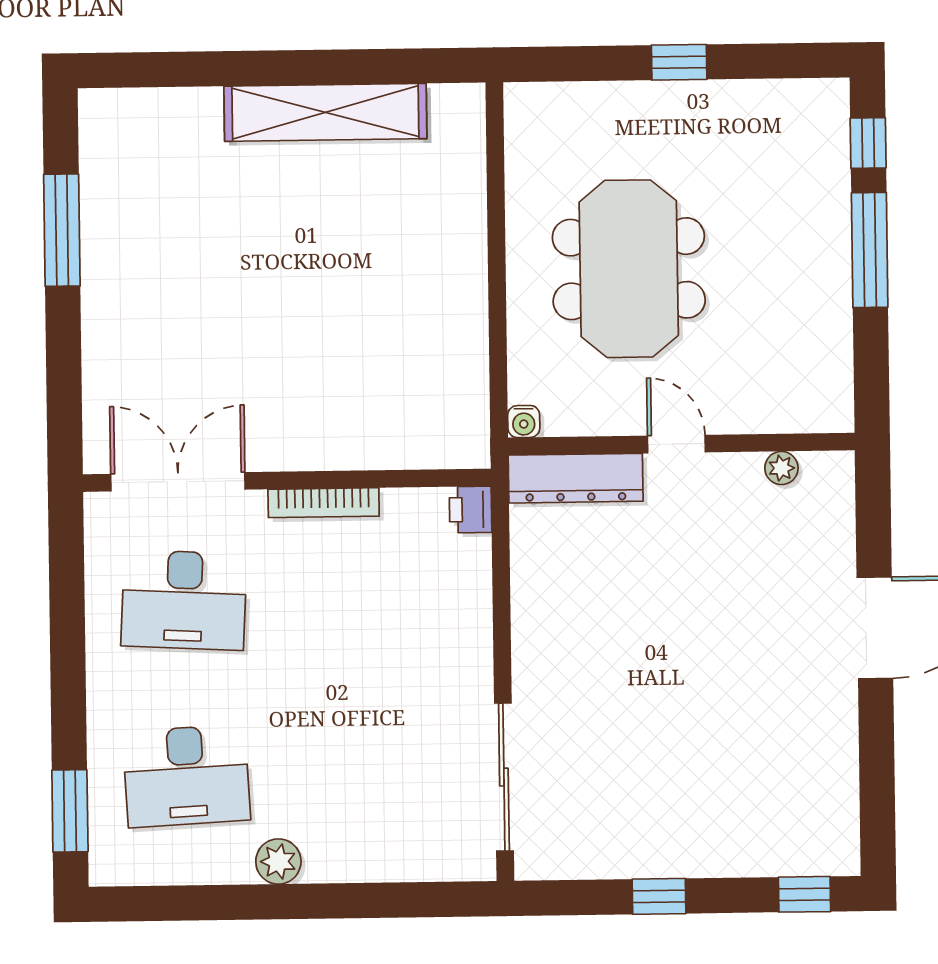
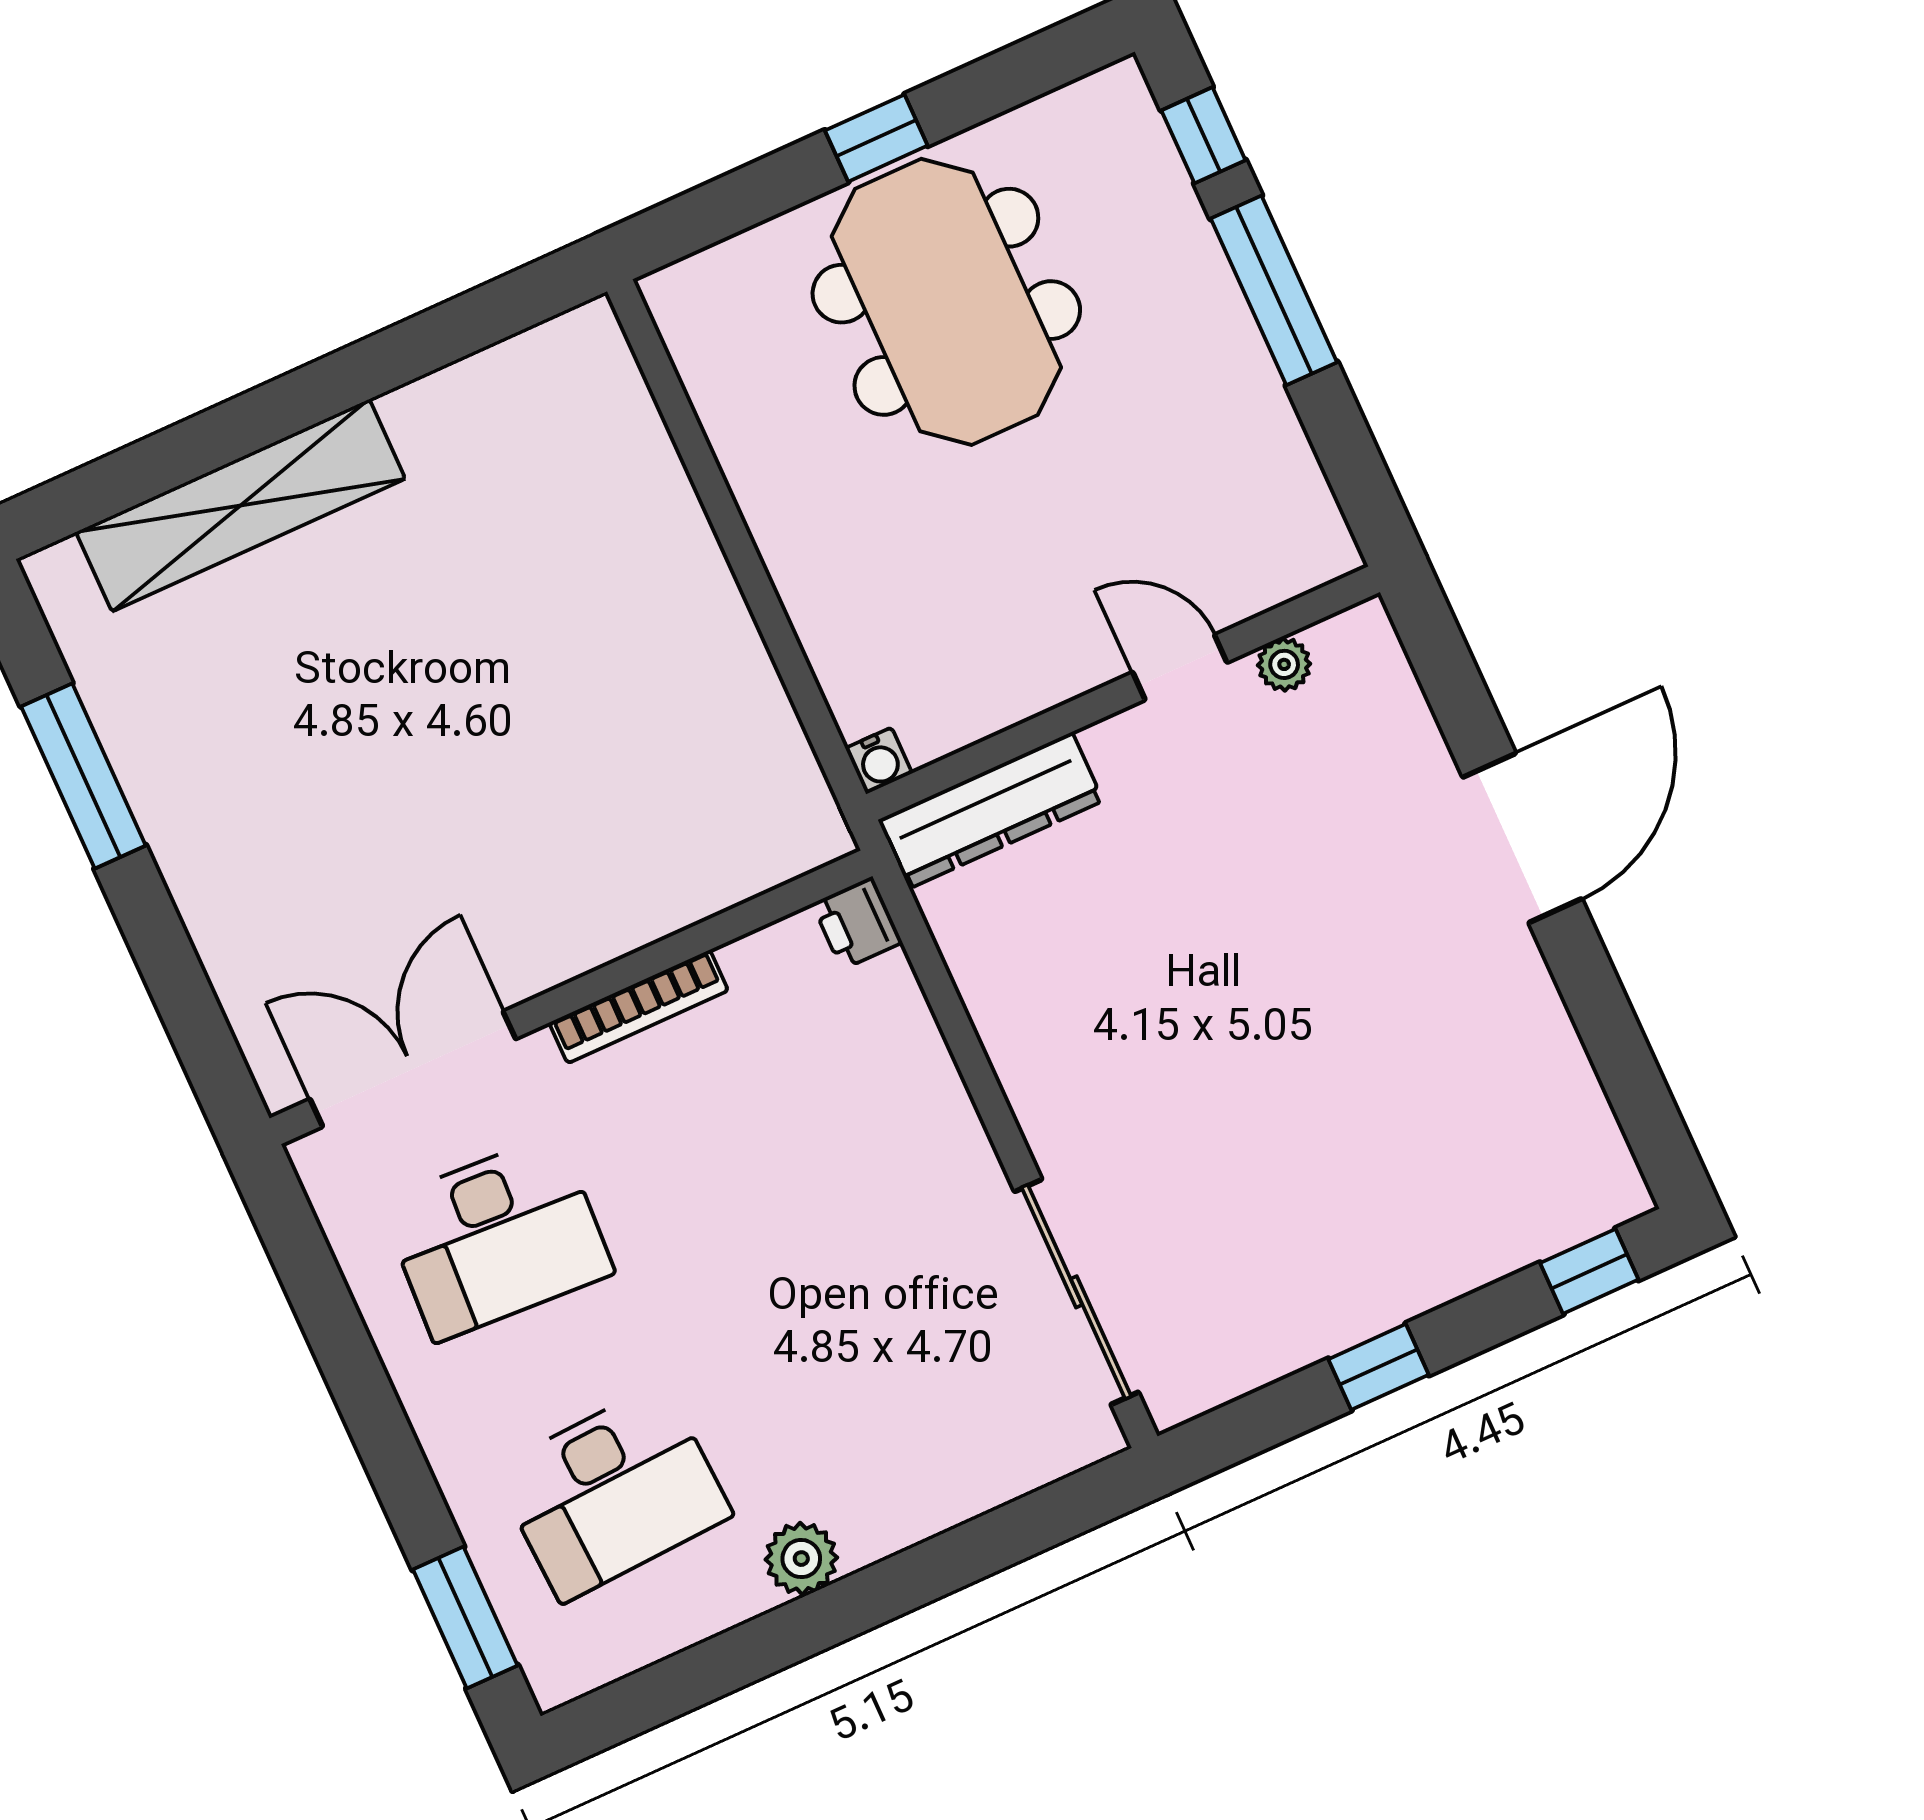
shelving: (325, 112) -> (241, 505), moved
meeting table: (629, 269) -> (946, 302), moved
door: (676, 444) -> (1180, 667), moved

